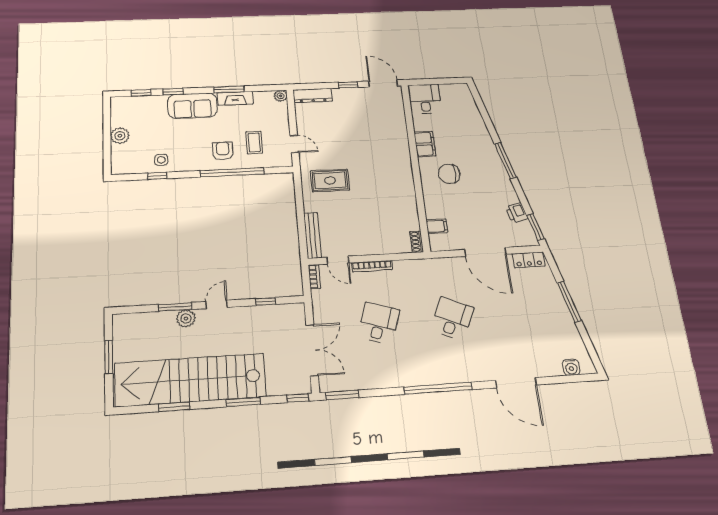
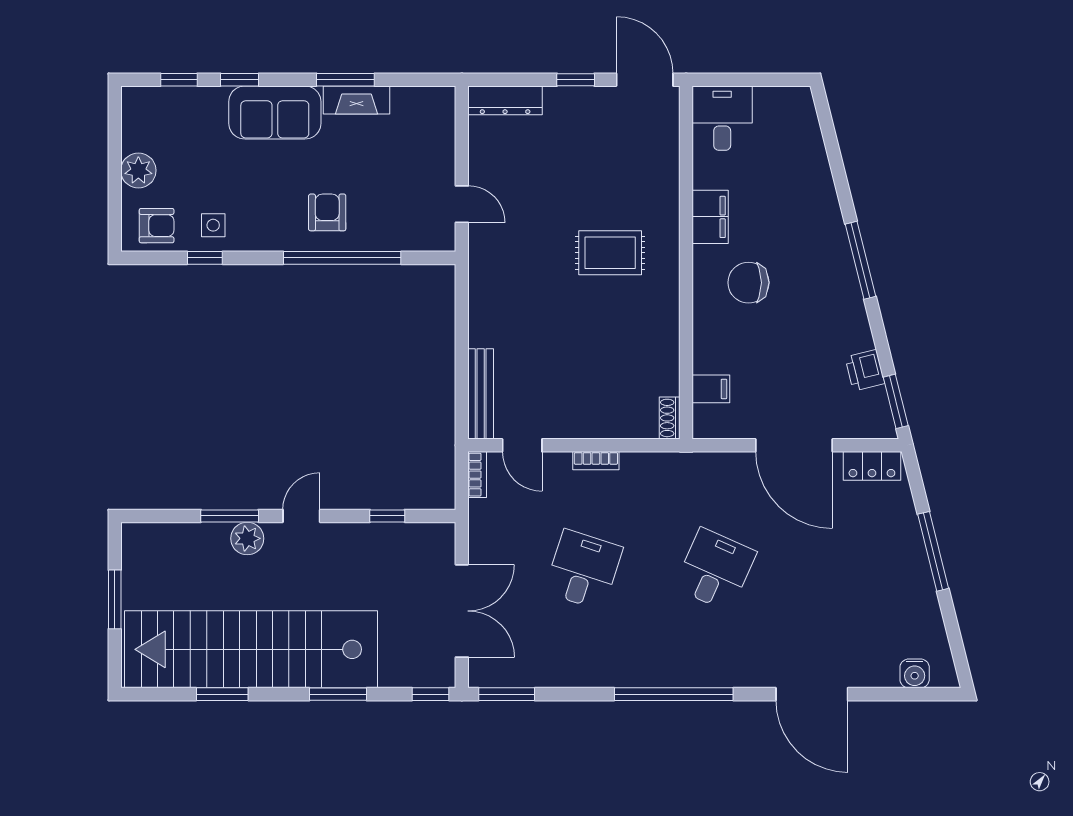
plant: (281, 96) -> (443, 98), removed
coffee table: (254, 142) -> (387, 197), removed
armchair: (130, 161) -> (157, 226), added
rug: (330, 180) -> (610, 253), moved
bookcase: (372, 266) -> (596, 461), width x0.64

